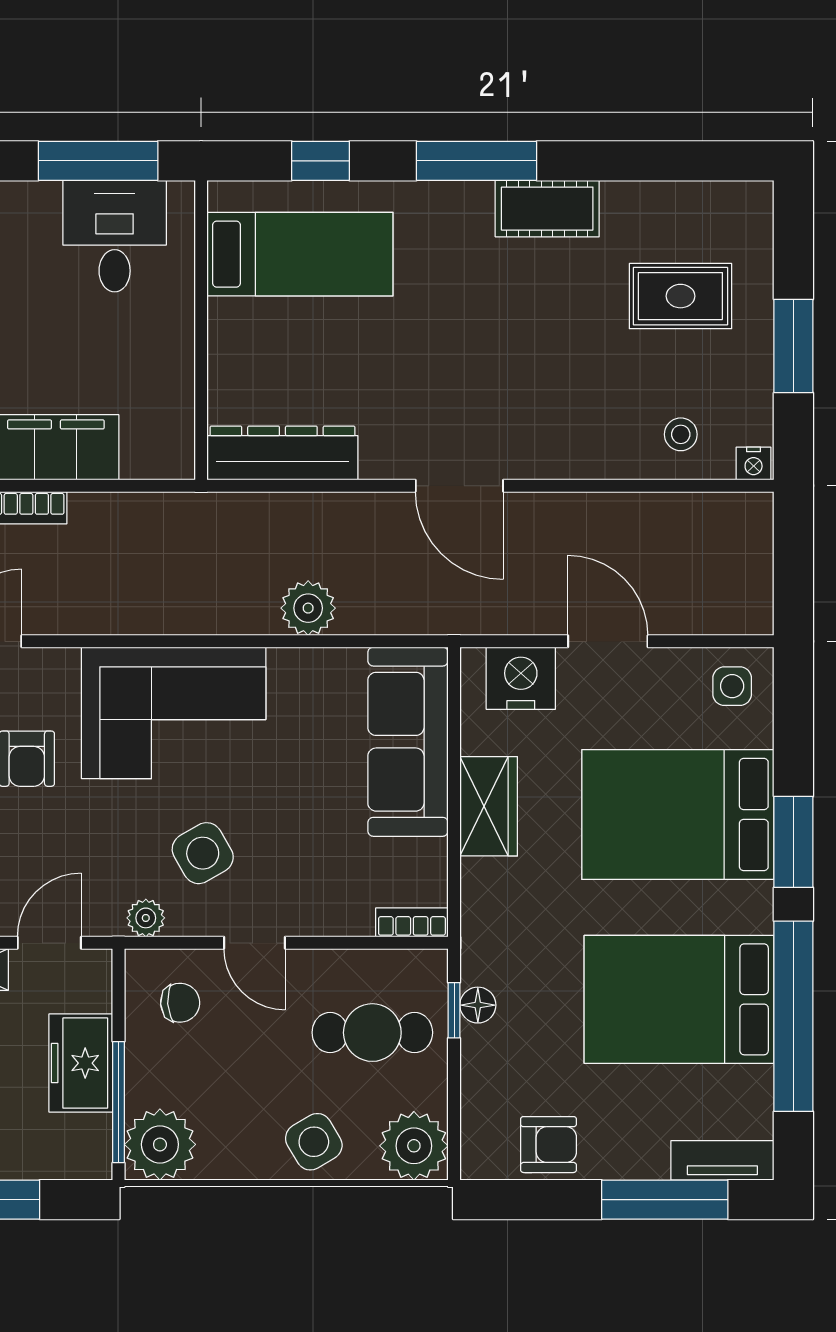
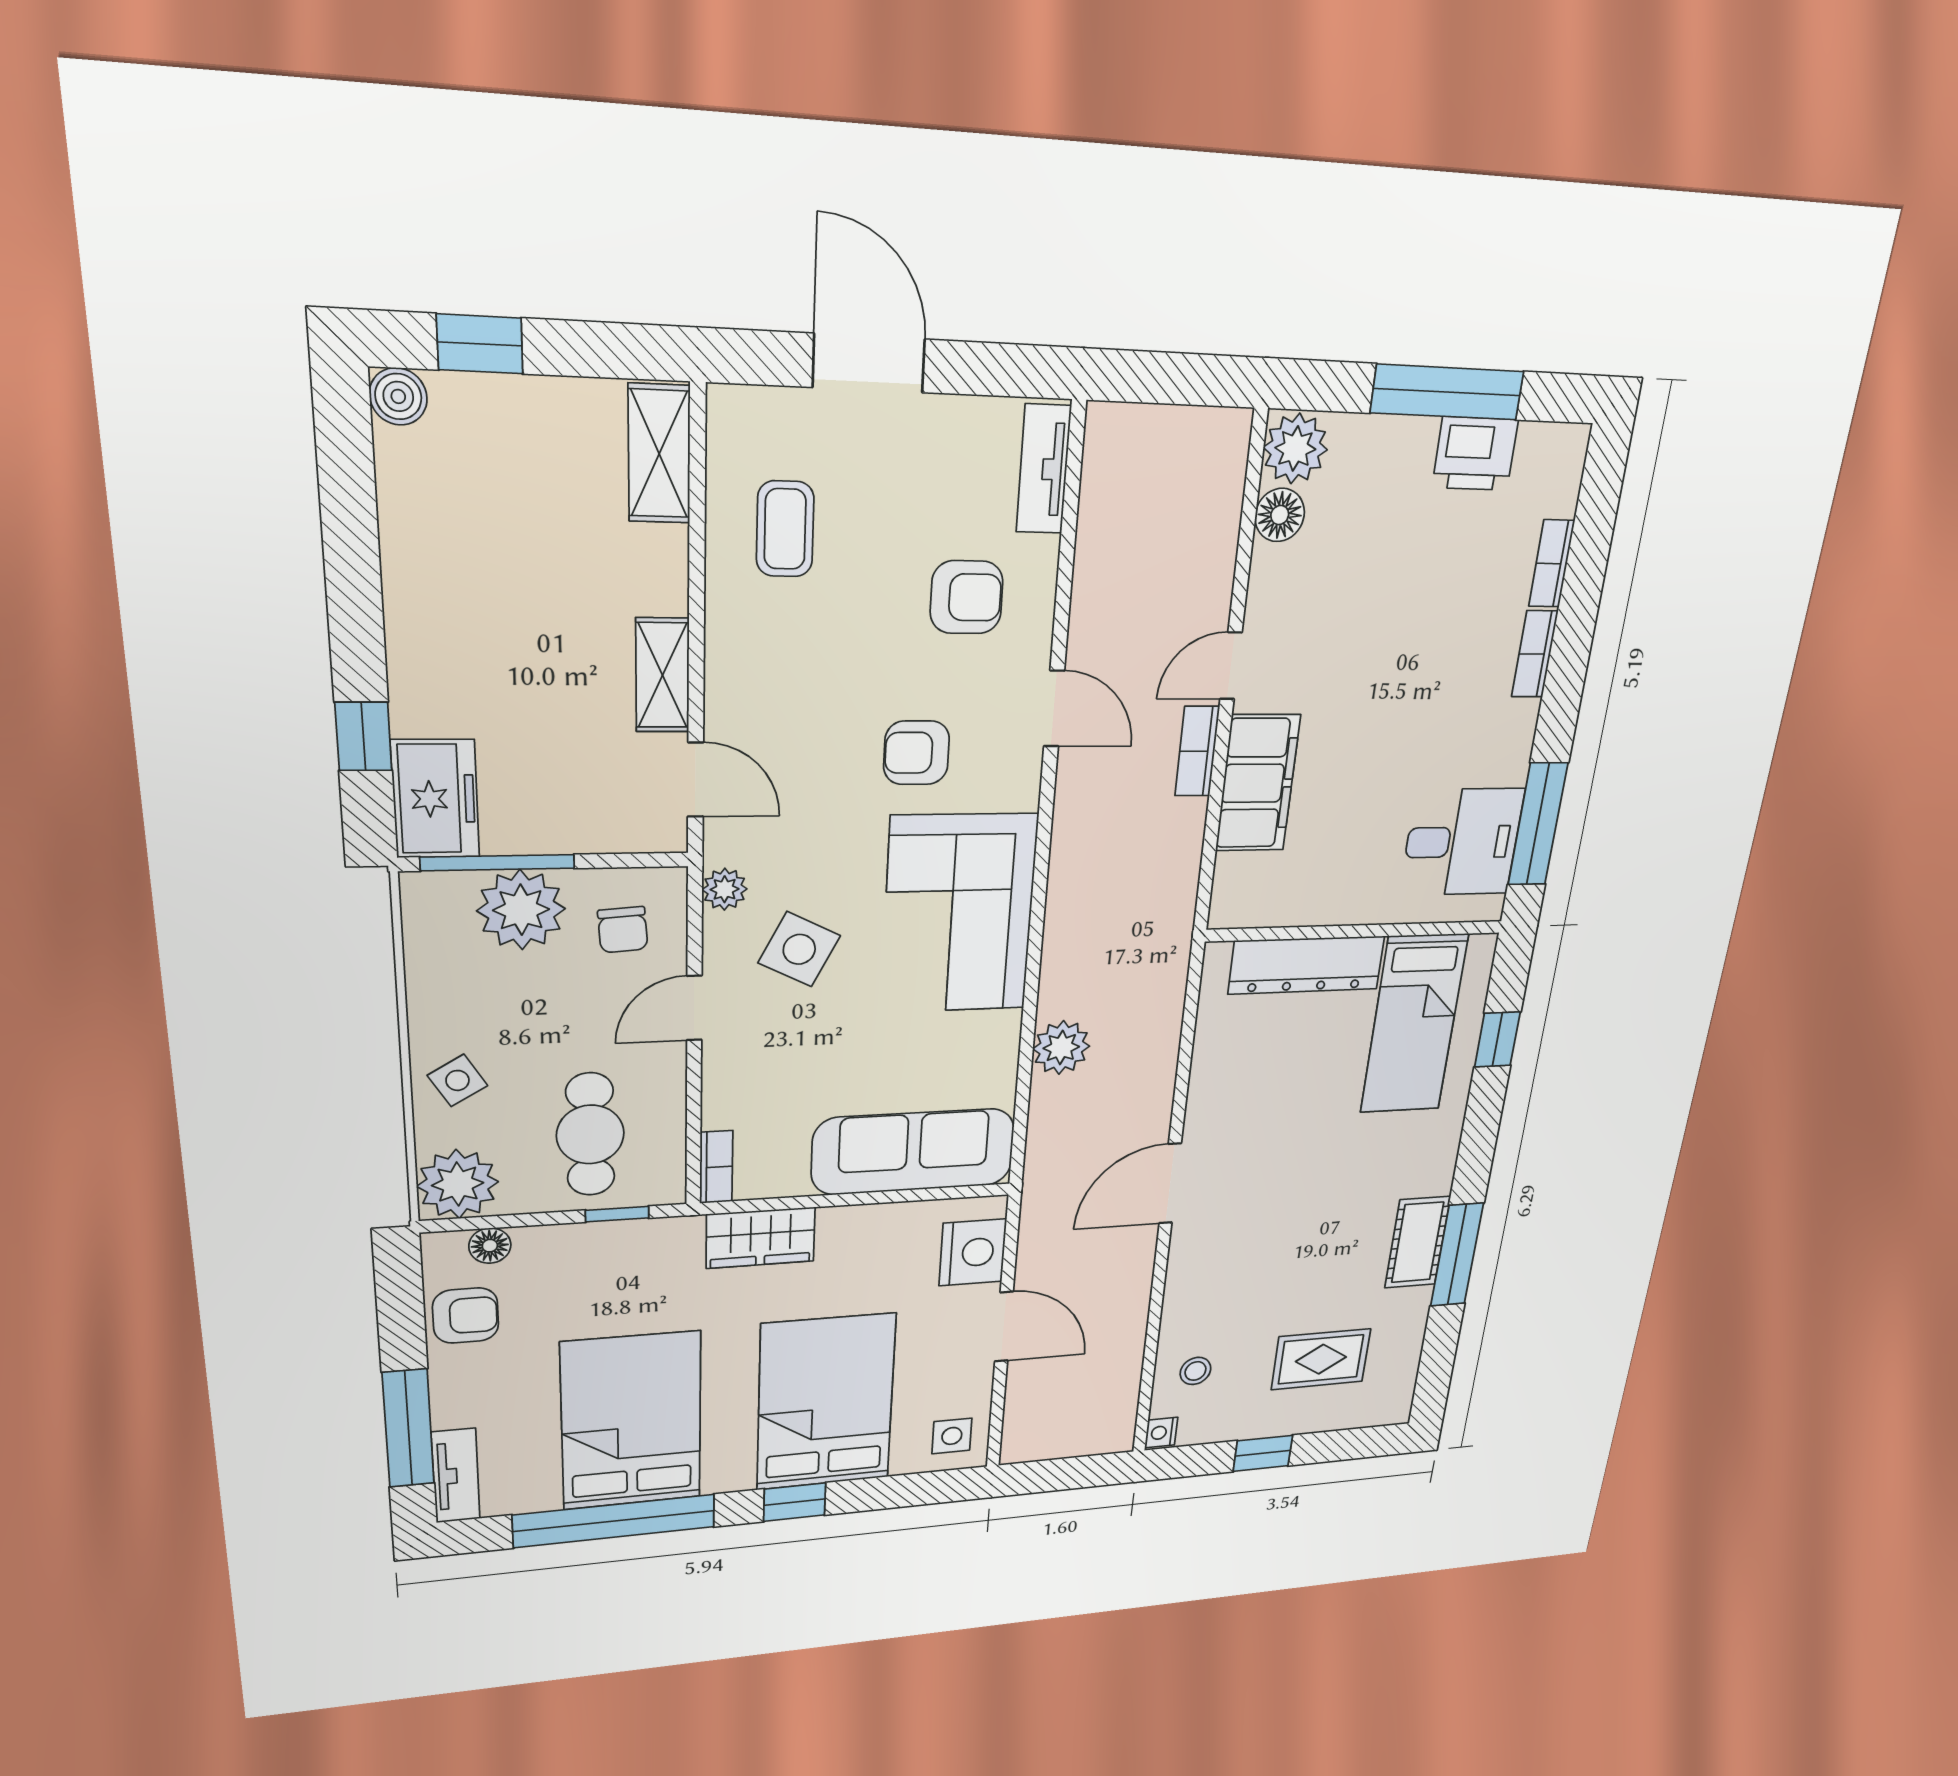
window: (477, 161) -> (1457, 1255), moved
rug: (680, 296) -> (1321, 1359), turned 90
window: (793, 346) -> (1263, 1453), width x0.67
dresser: (282, 453) -> (1306, 965), moved, turned 90
door: (608, 641) -> (1004, 1327), hinge flipped
wardrobe: (489, 806) -> (761, 1238), moved
window: (793, 842) -> (795, 1502), width x0.67
side table: (203, 853) -> (799, 949), turned -33
floor lamp: (478, 1005) -> (490, 1246), moved
freezer: (81, 1063) -> (435, 799), moved, turned 90
side table: (314, 1142) -> (457, 1080), width x0.73, depth x0.73
plant: (160, 1144) -> (521, 910), moved
armchair: (549, 1145) -> (466, 1316), turned -90

